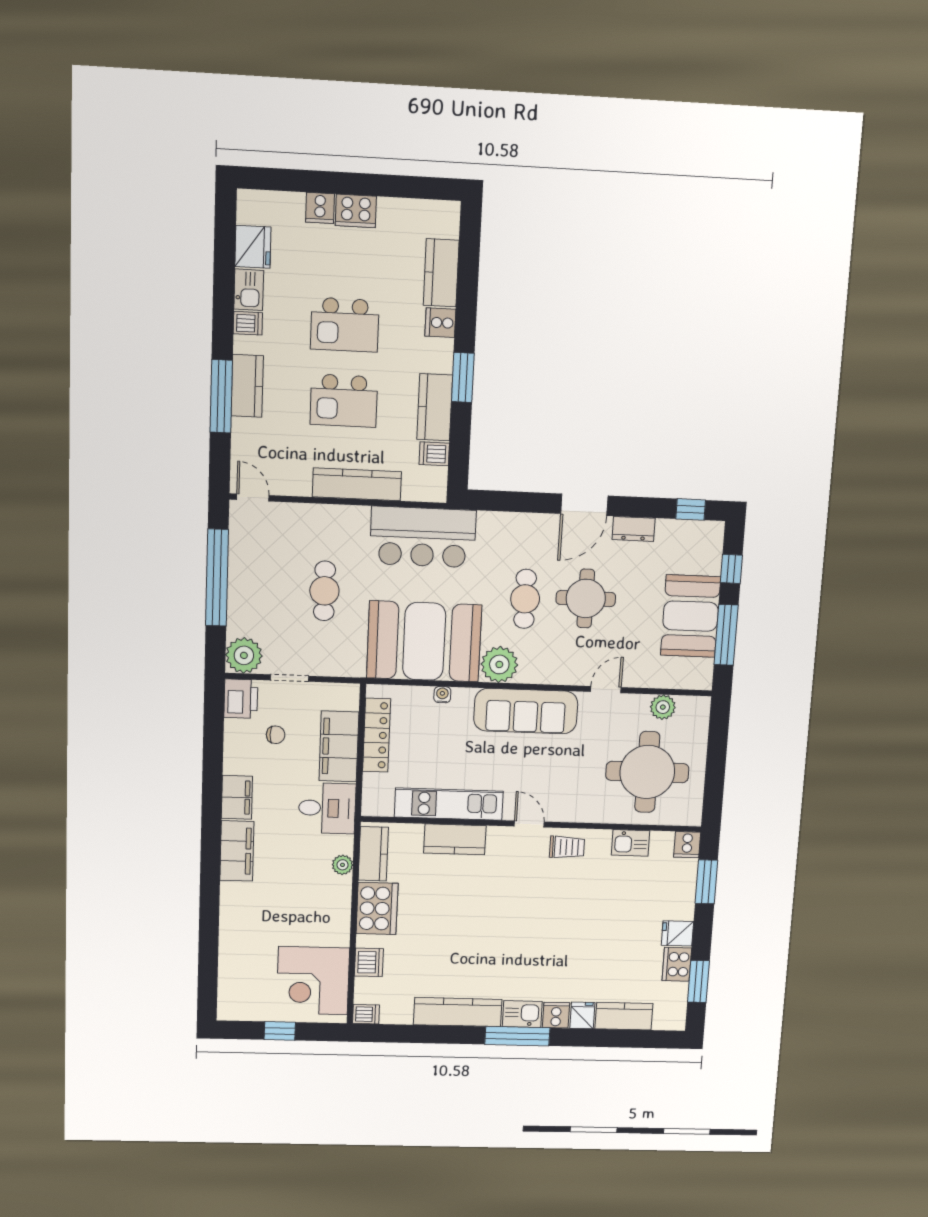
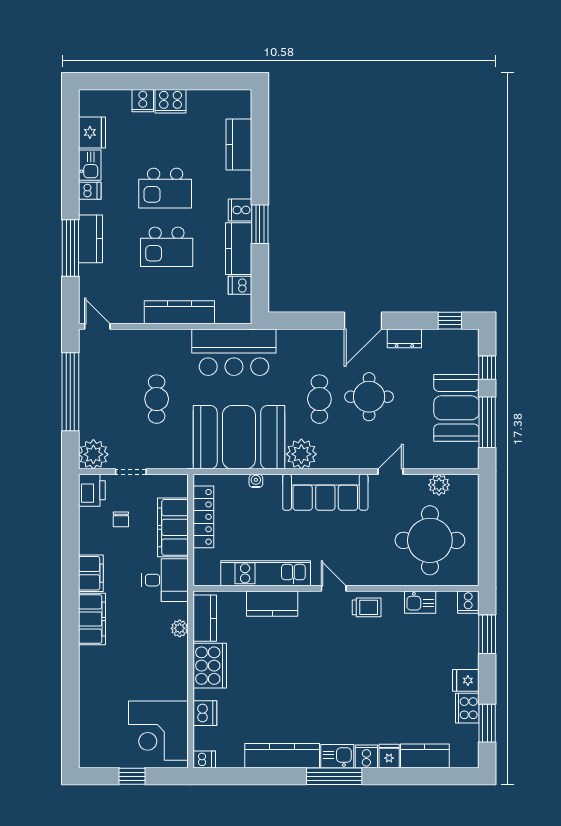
cooker: (440, 323) -> (240, 210), moved
chair: (276, 735) -> (121, 519), turned 90

